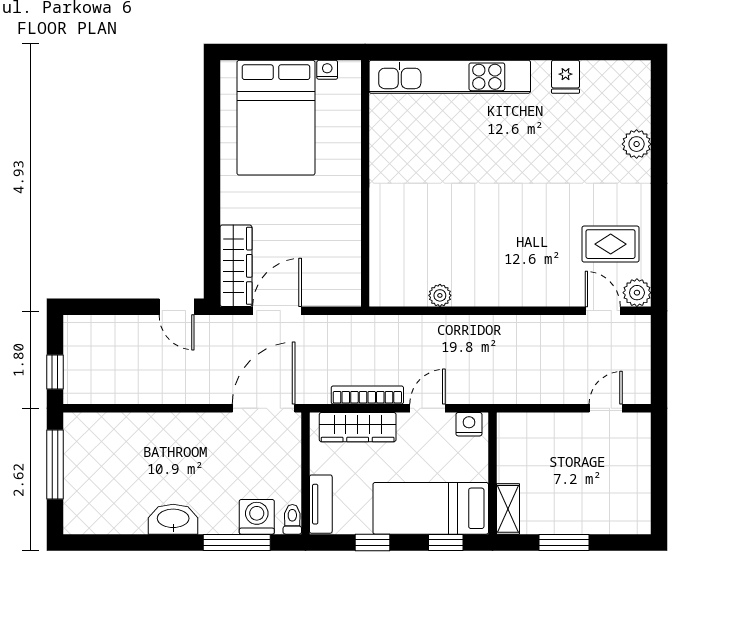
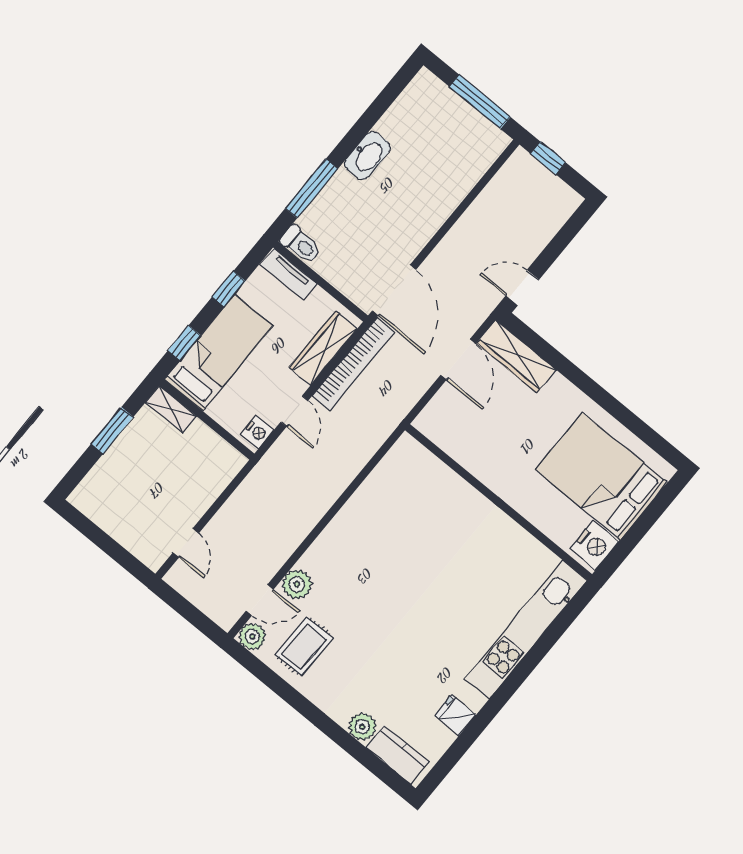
nightstand: (327, 70) -> (594, 545), width x1.89, depth x1.79
kitchen counter: (636, 97) -> (397, 755), added
plant: (440, 295) -> (297, 584), moved, width x1.38, depth x1.38
bookcase: (367, 395) -> (354, 364), width x1.48, depth x1.31
washing machine: (257, 517) -> (318, 219), removed
toilet: (292, 519) -> (301, 245), width x1.37, depth x1.39

